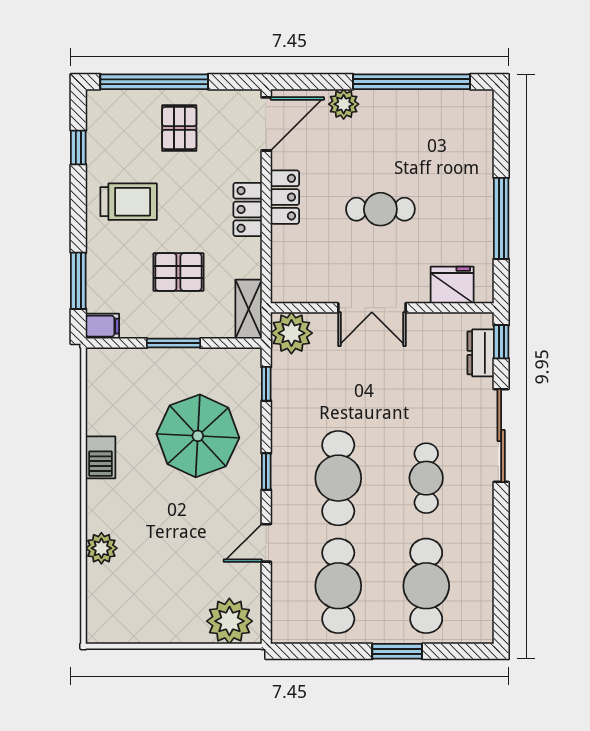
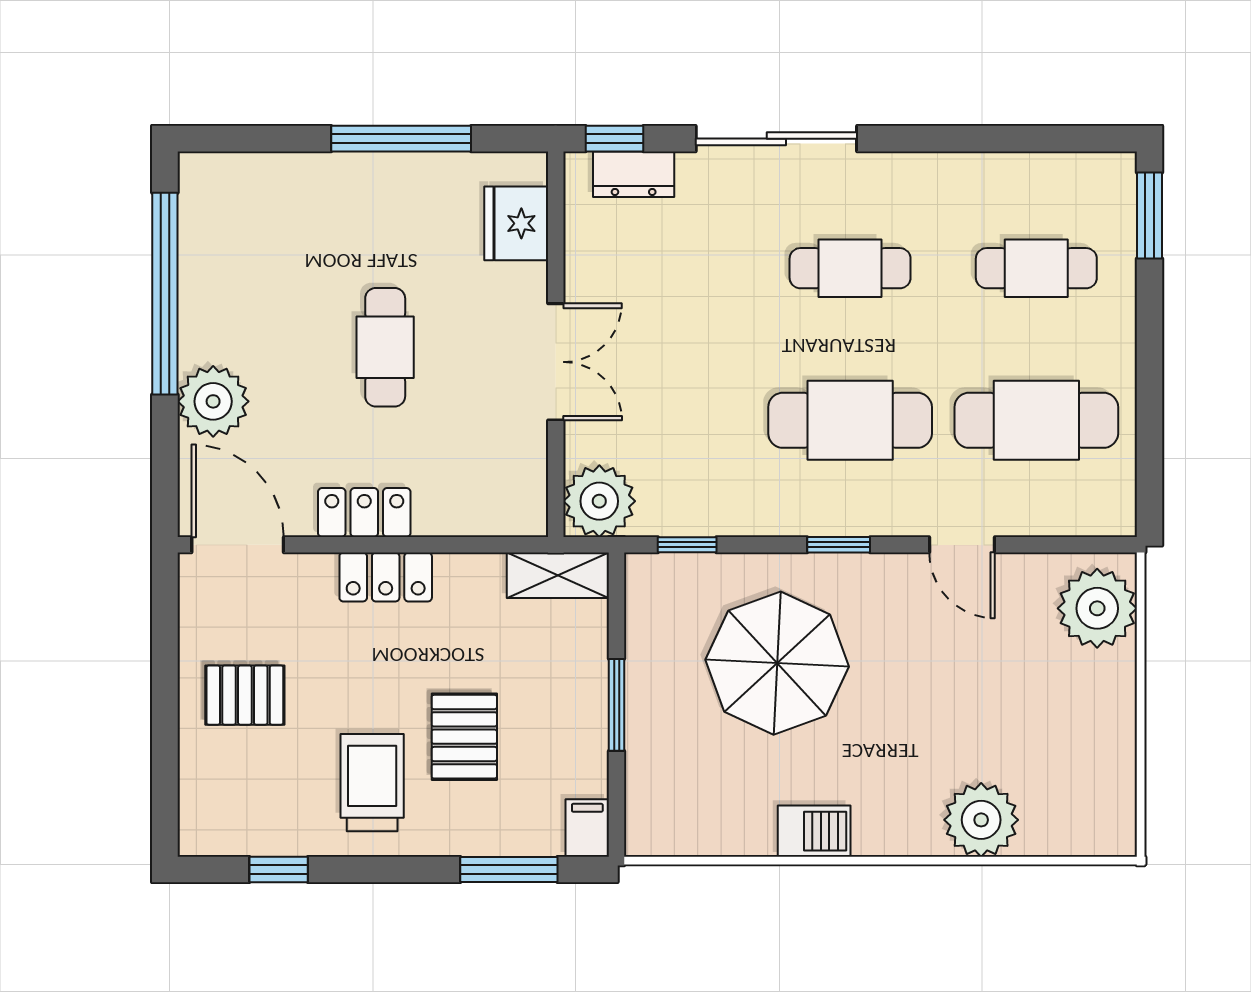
window: (154, 82) -> (165, 739), removed
plant: (344, 104) -> (213, 401), width x1.36, depth x1.36
pallet: (178, 272) -> (464, 737), moved
plant: (101, 548) -> (981, 820), width x1.36, depth x1.36
cafe table: (426, 586) -> (1036, 268), width x0.73, depth x0.74
window: (397, 651) -> (1150, 216), moved

